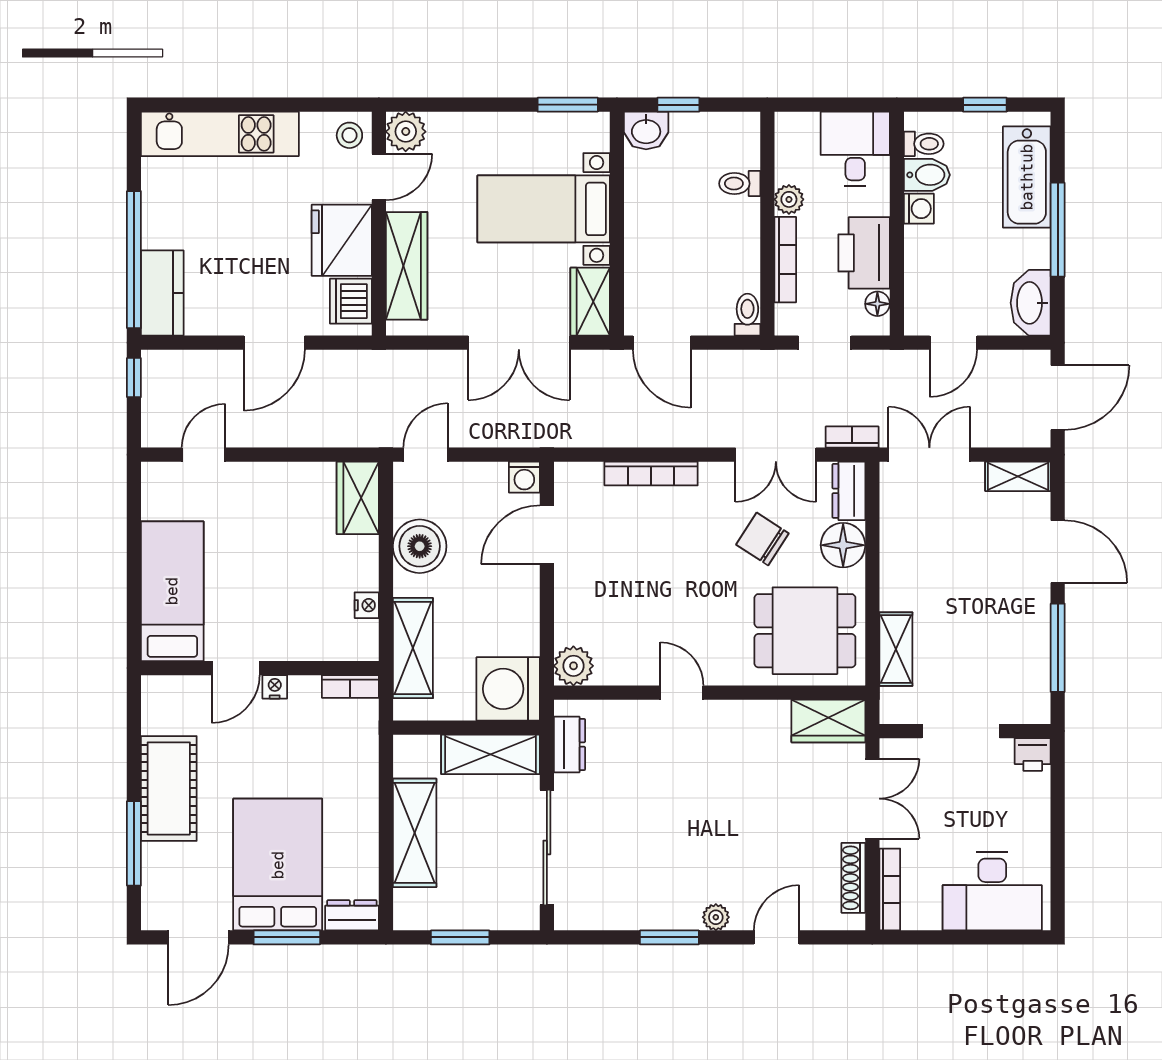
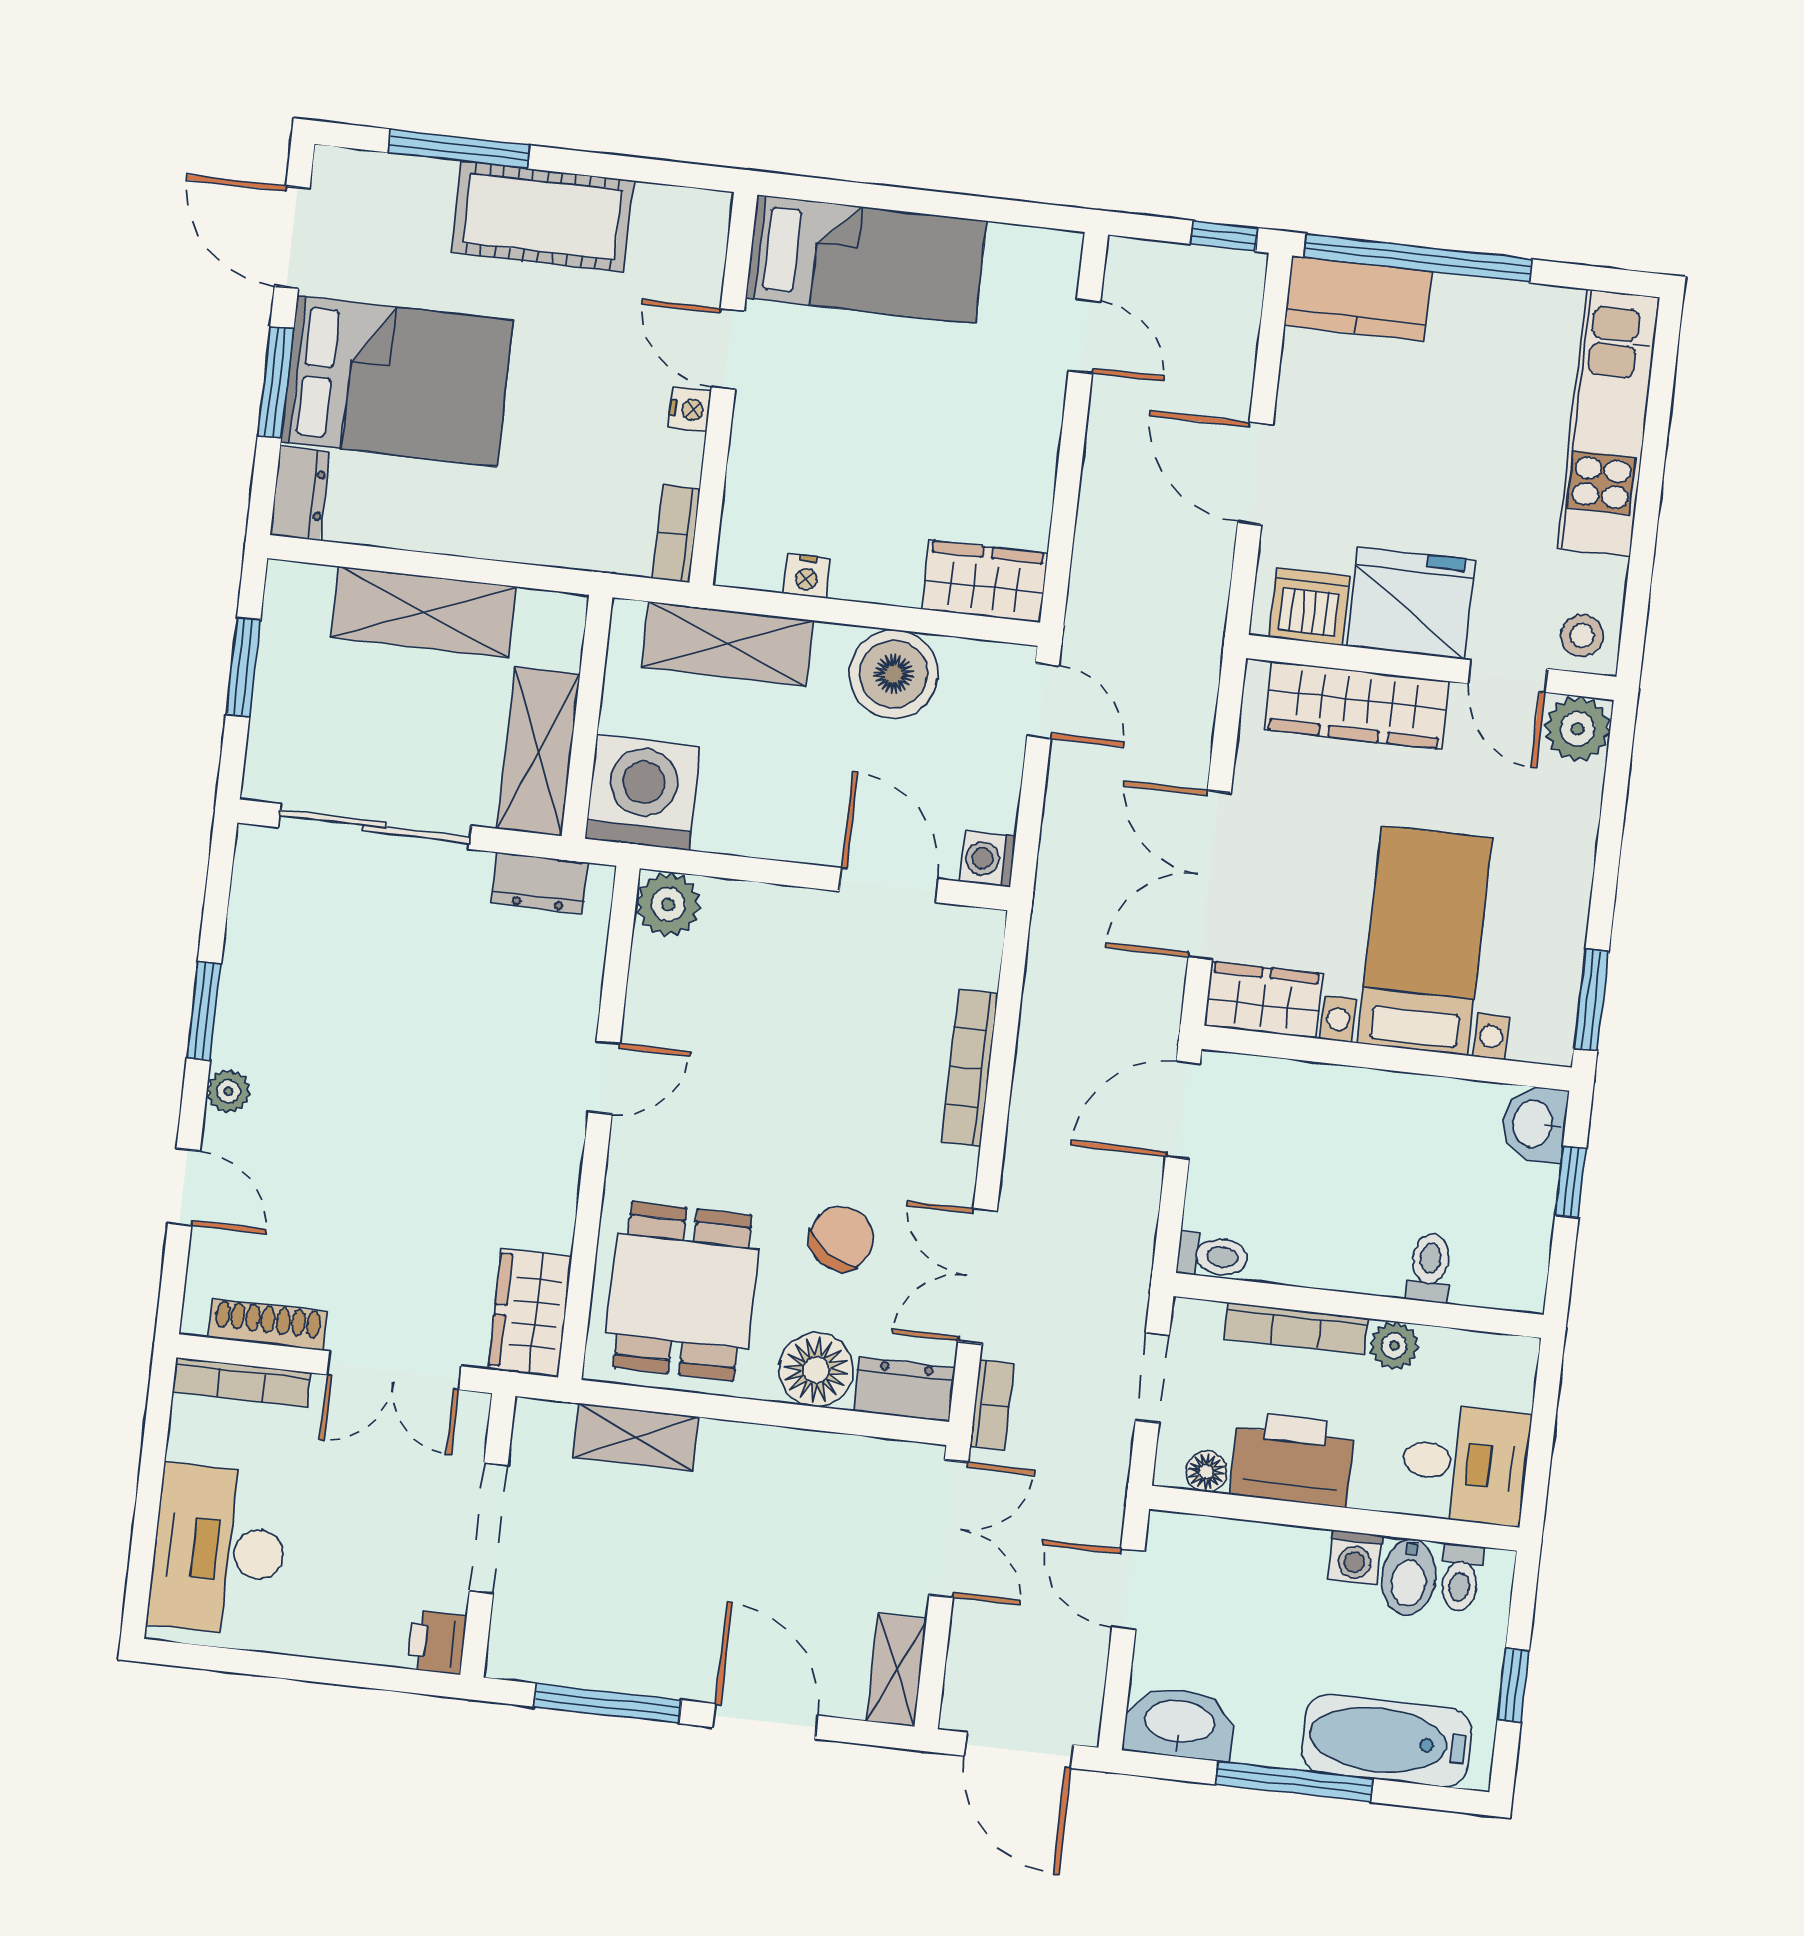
door: (1058, 552) -> (765, 1721), swing flipped

